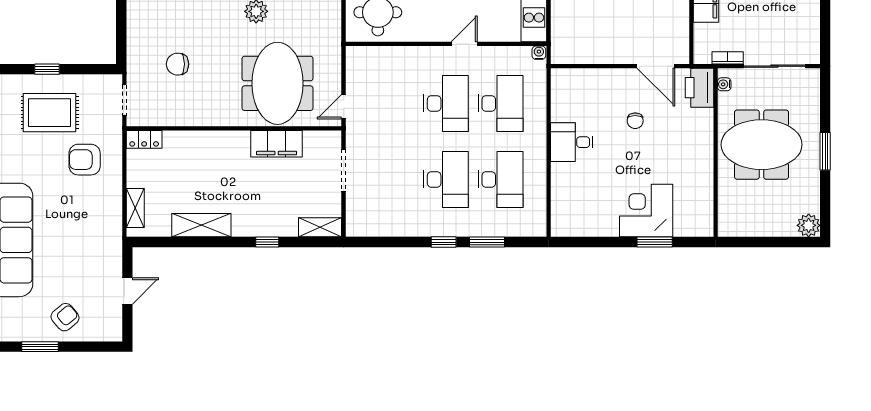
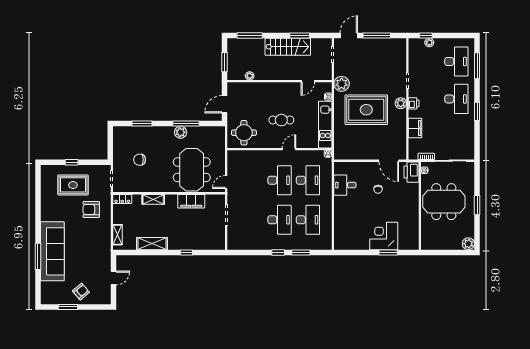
desk: (572, 142) -> (345, 185), moved
shelving: (320, 227) -> (153, 199), moved

